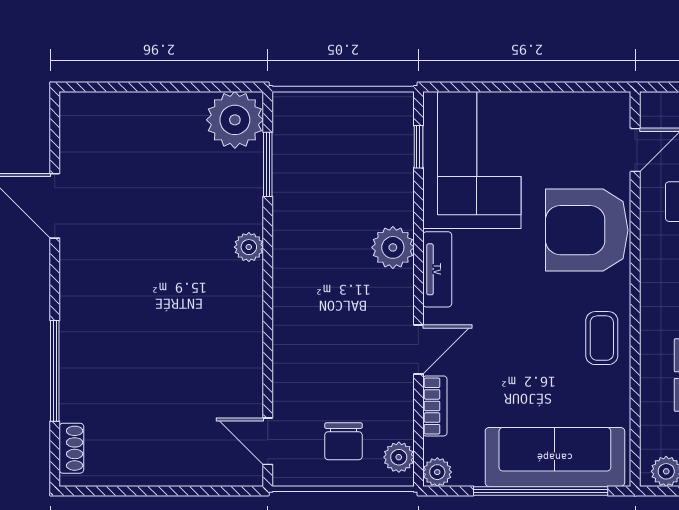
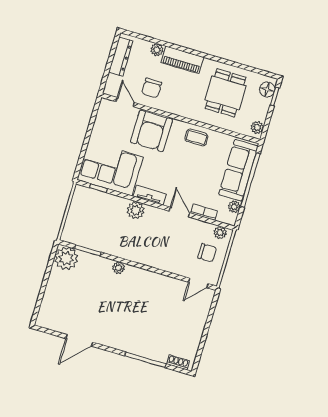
plant: (437, 472) -> (234, 207), moved

